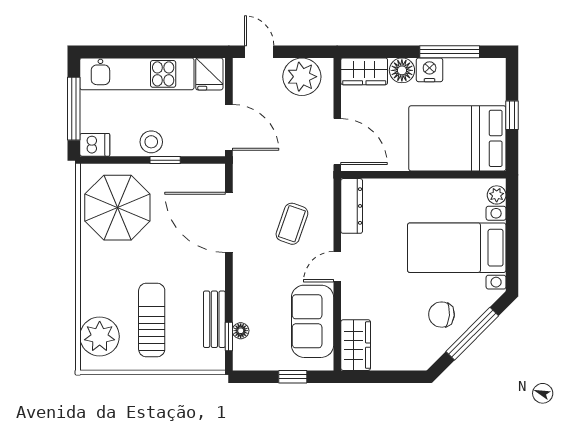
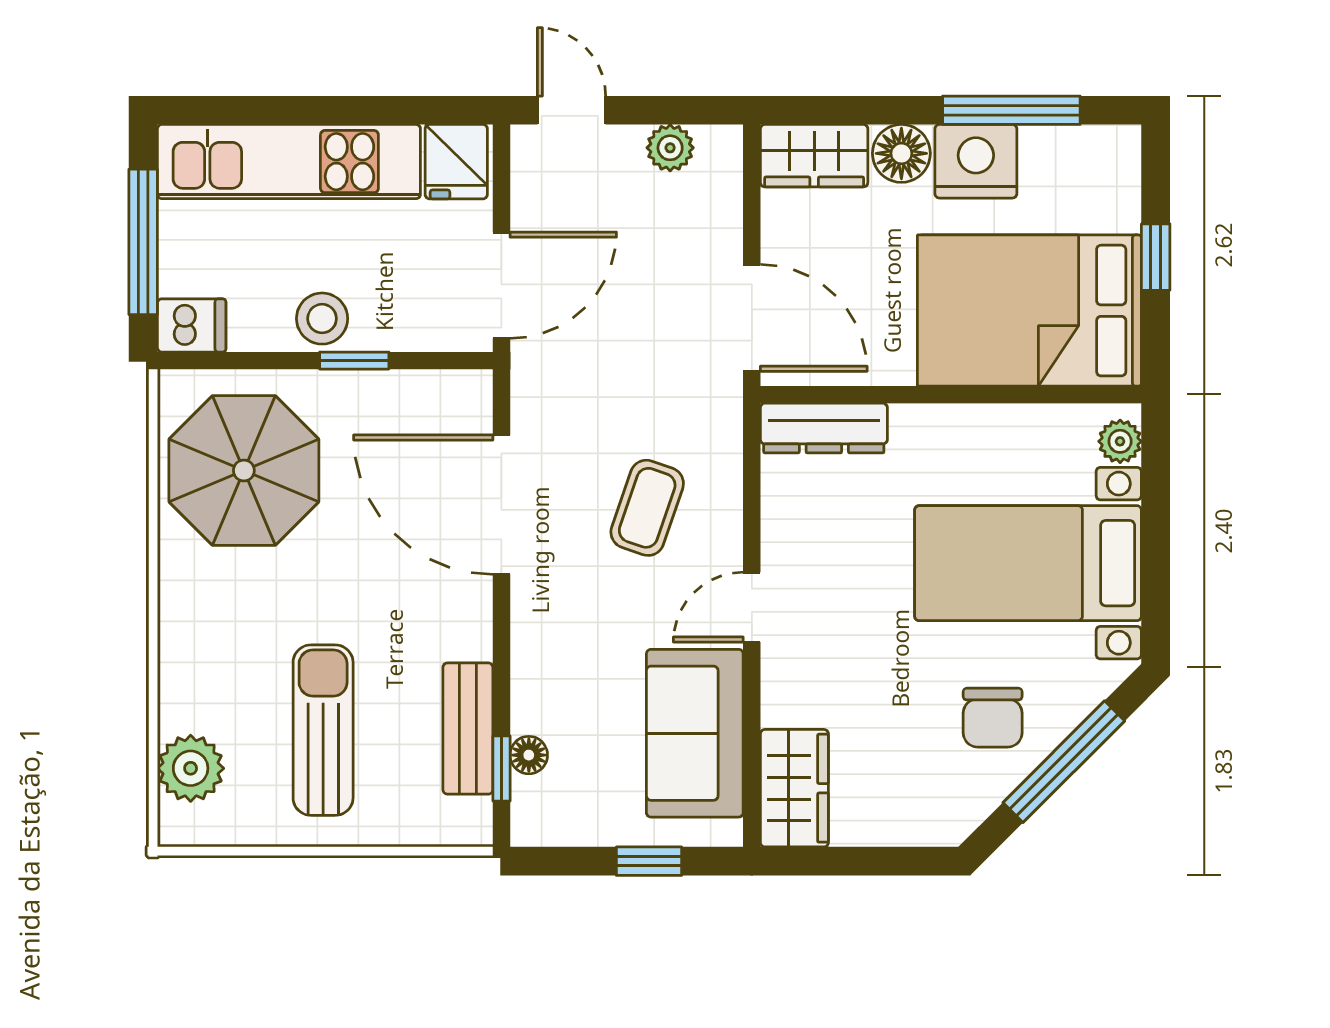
nightstand: (430, 70) -> (976, 161), width x1.36, depth x1.33
plant: (302, 77) -> (670, 148), width x0.53, depth x0.53
door: (229, 127) -> (501, 285), hinge flipped
dresser: (352, 206) -> (824, 428), moved, turned 90
chair: (441, 315) -> (993, 718), turned -95
plant: (100, 336) -> (191, 768), width x0.73, depth x0.73

